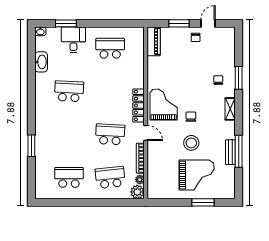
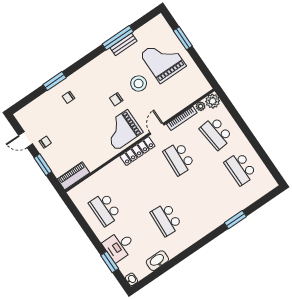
shelving: (230, 109) -> (86, 70), removed

